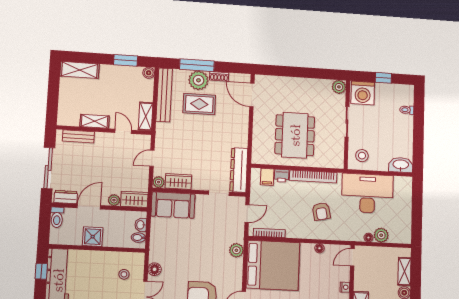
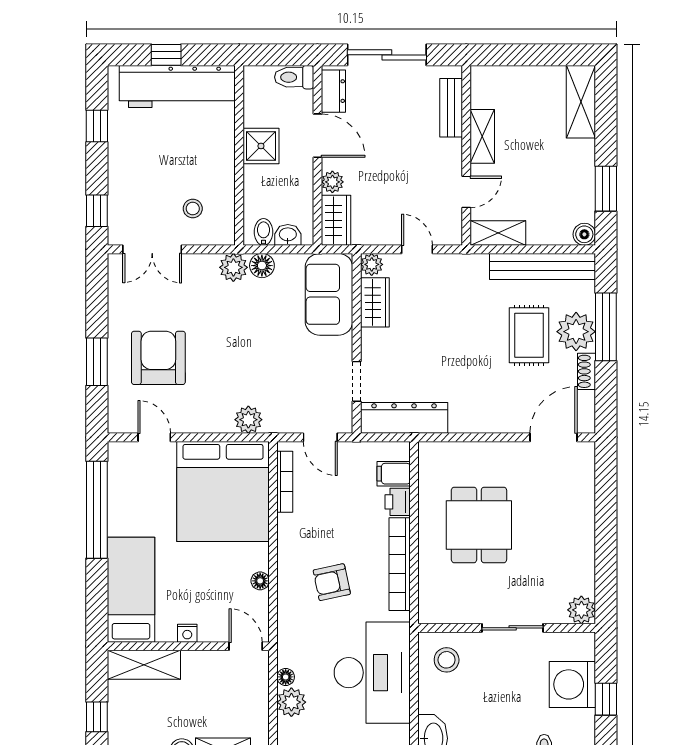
washing machine: (363, 93) -> (572, 684), moved
dining table: (295, 135) -> (479, 525), width x0.73
plant: (156, 254) -> (233, 267), added
floor lamp: (155, 269) -> (262, 266), moved
window: (41, 271) -> (166, 55), moved

